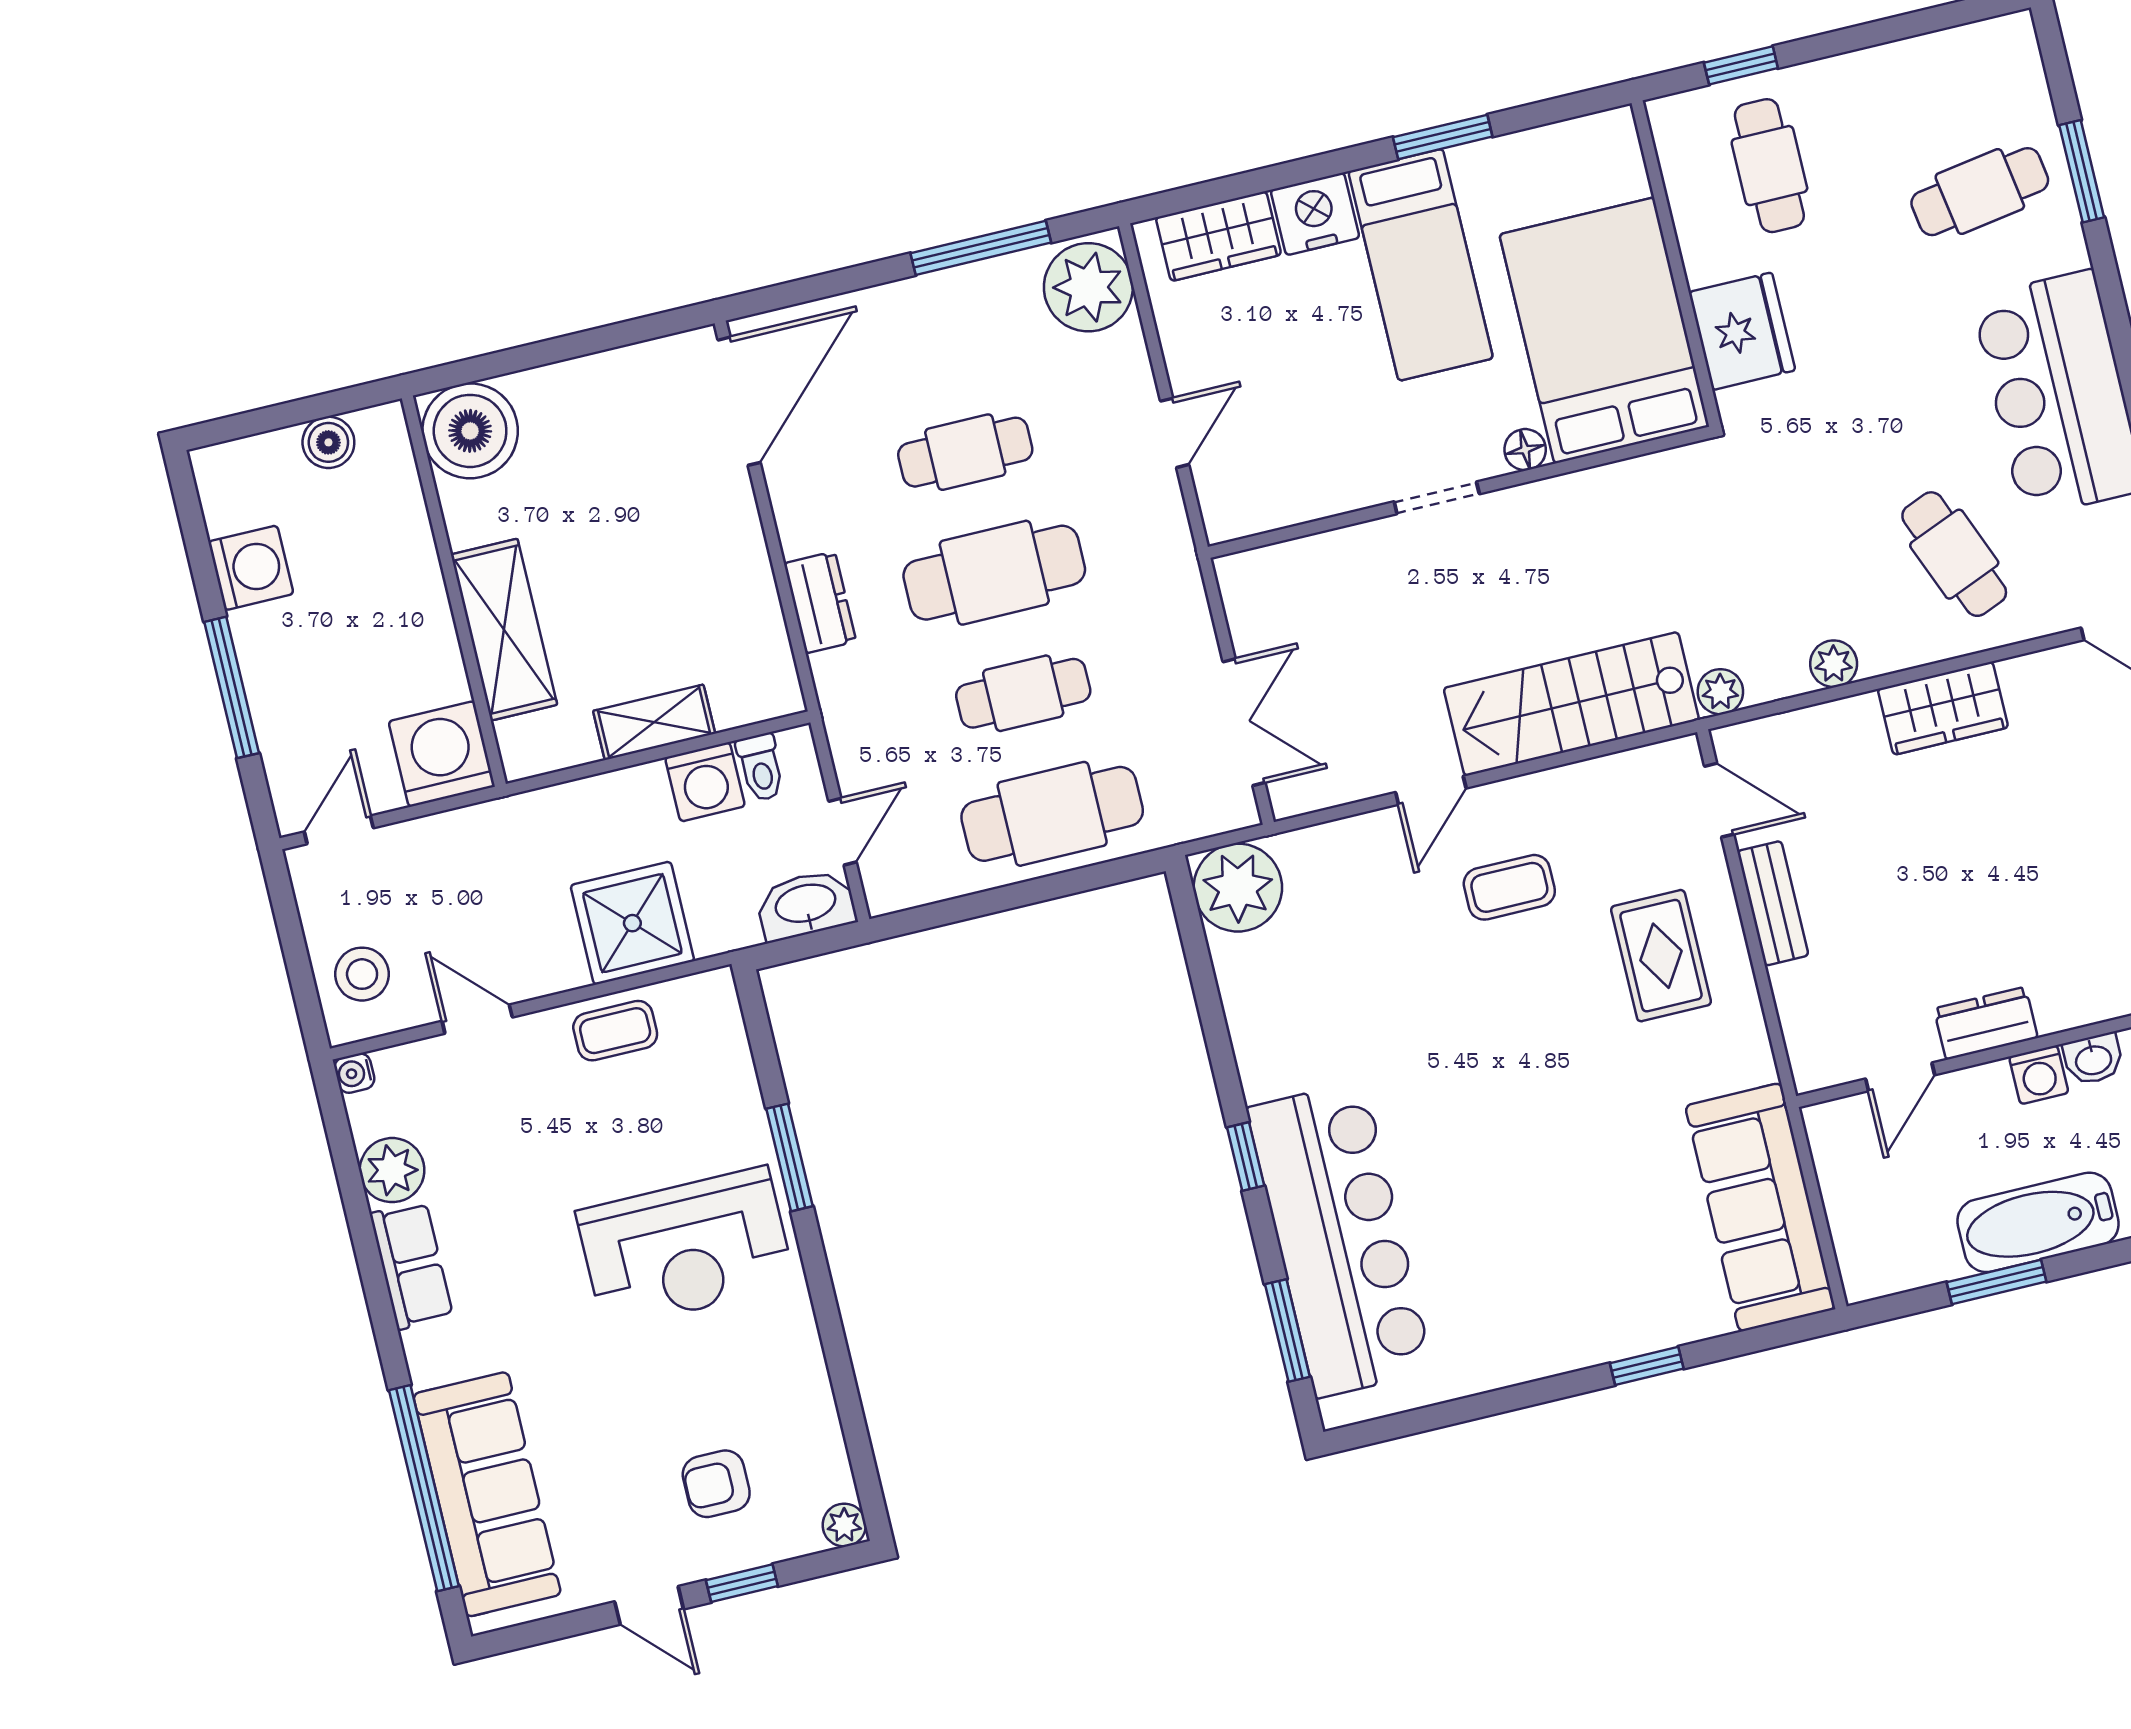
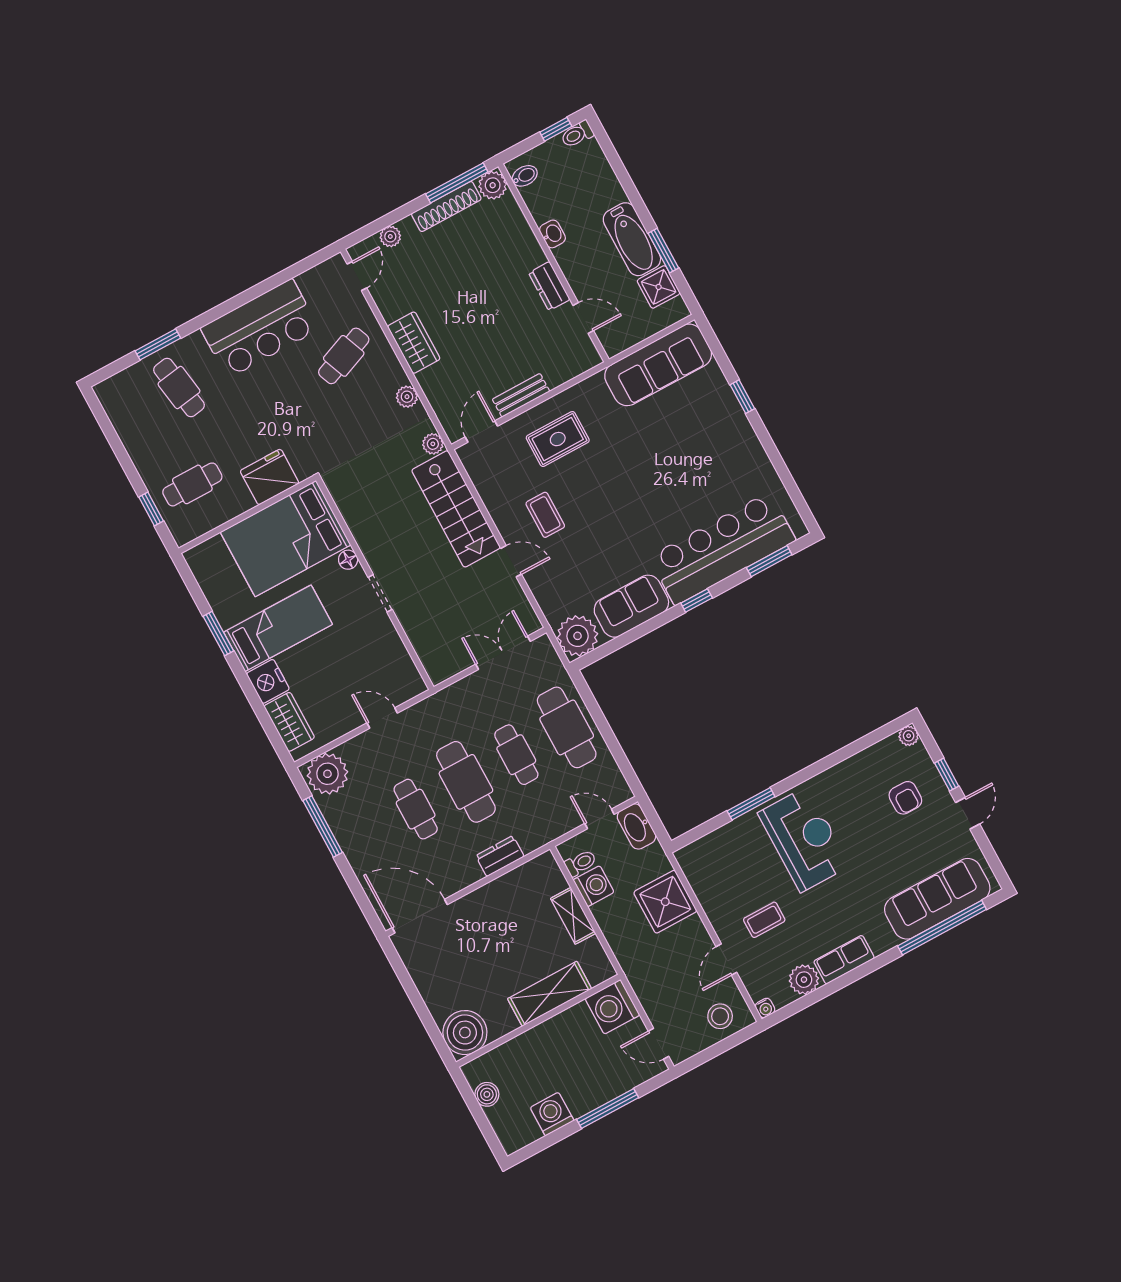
sofa: (1270, 1017) -> (631, 606), added
coffee table: (615, 1031) -> (764, 920), moved, turned 90
washing machine: (2039, 1075) -> (566, 256), removed
shower: (1923, 1252) -> (659, 287), added

